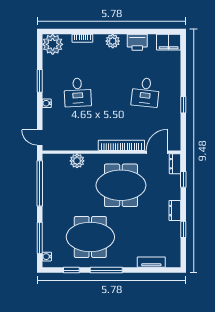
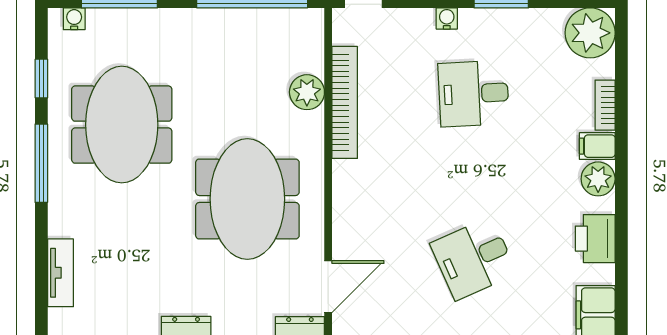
filing cabinet: (99, 41) -> (597, 146), added
desk: (145, 92) -> (474, 258), turned -30
bookcase: (121, 145) -> (345, 102), moved
door: (157, 152) -> (328, 287), hinge flipped

